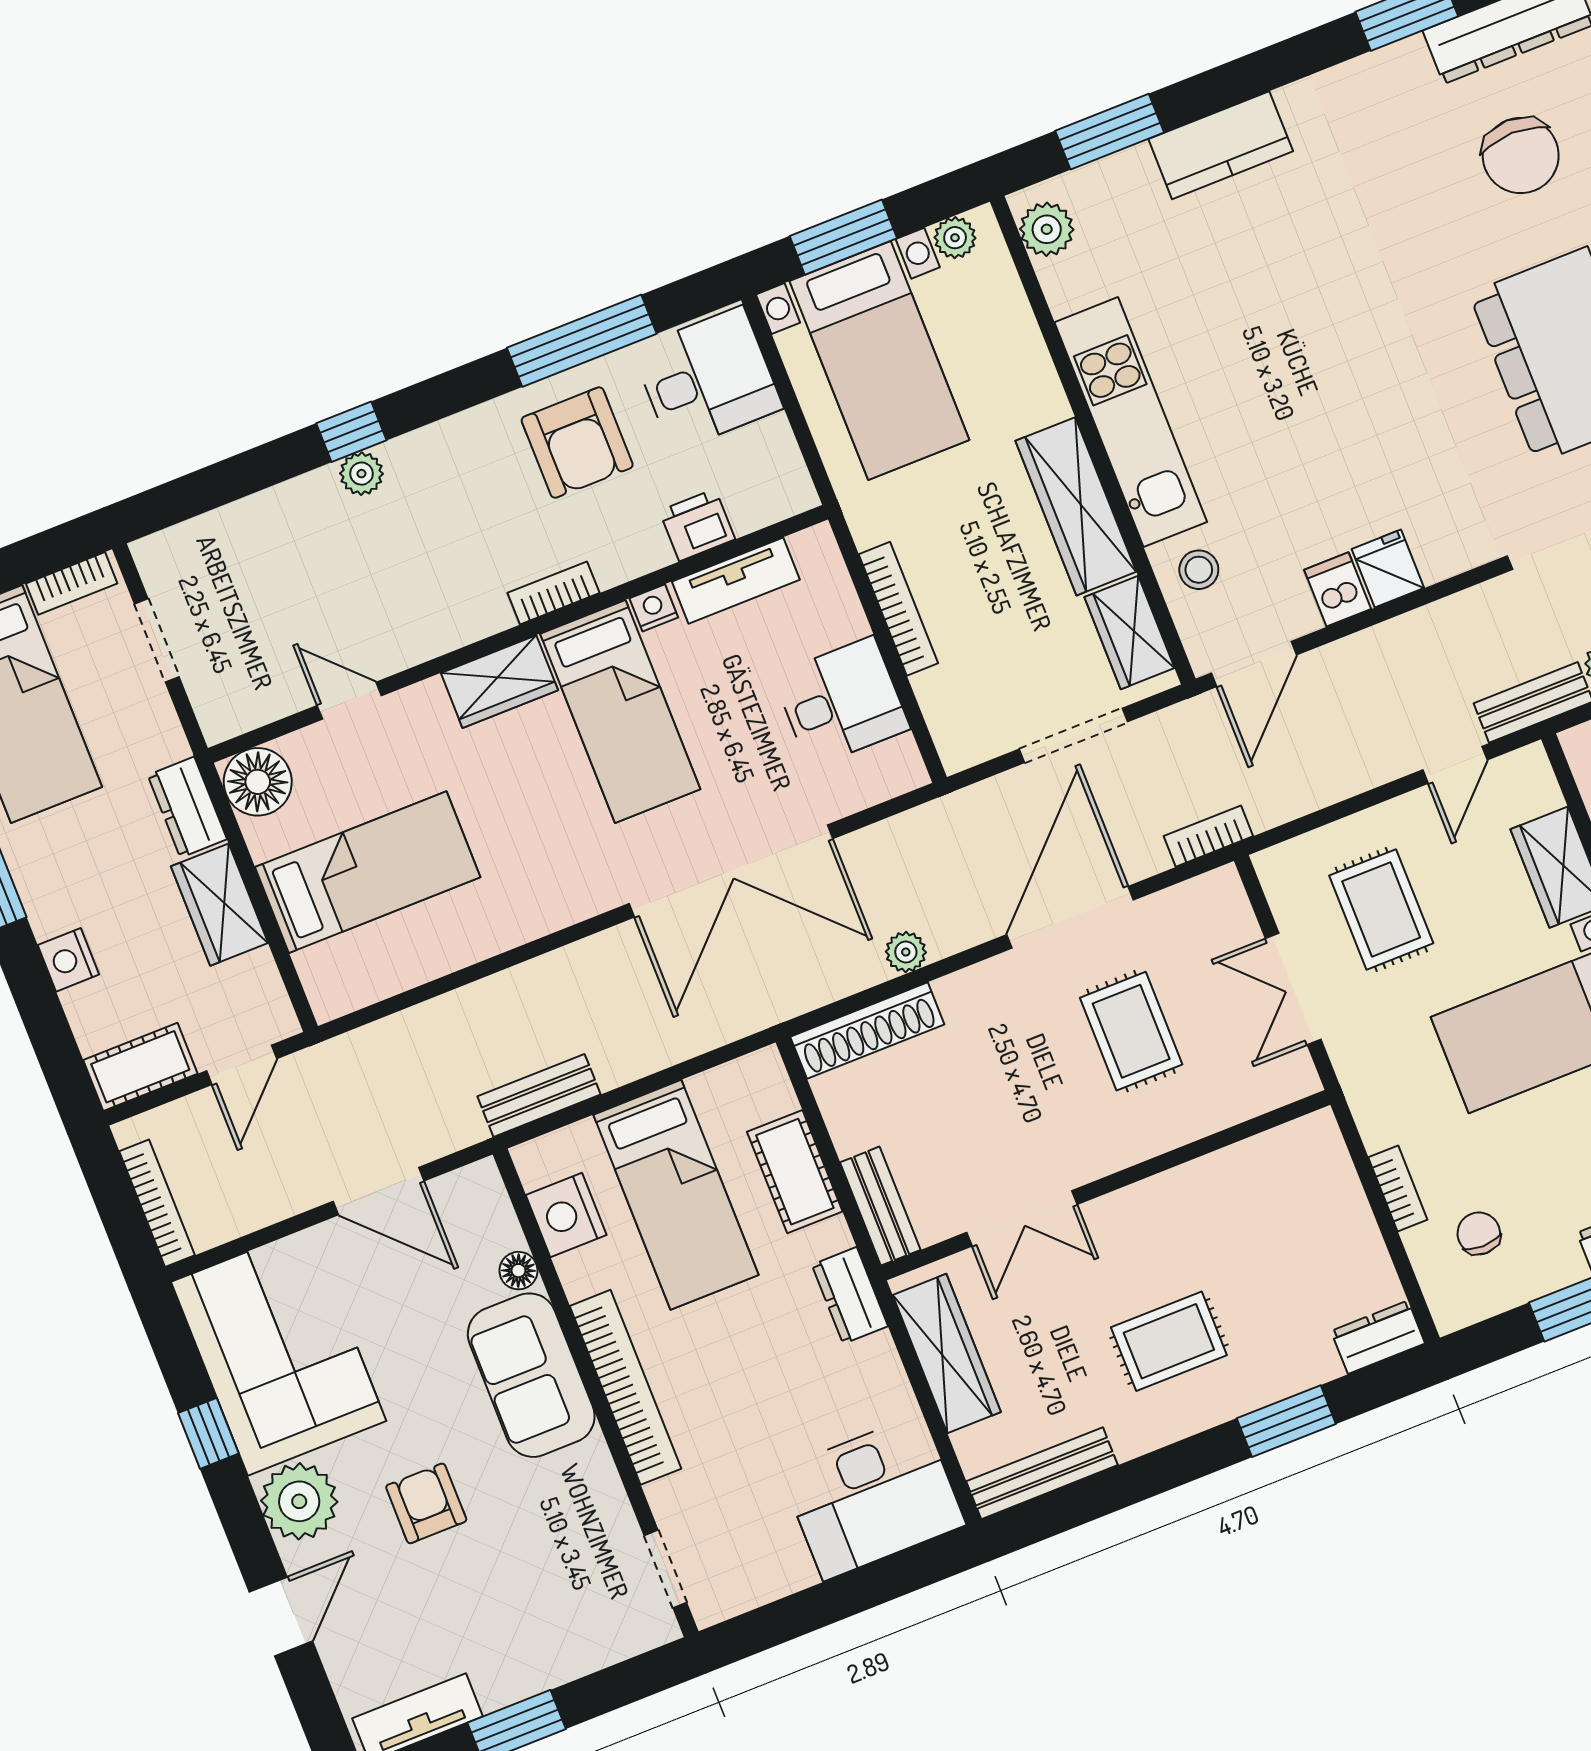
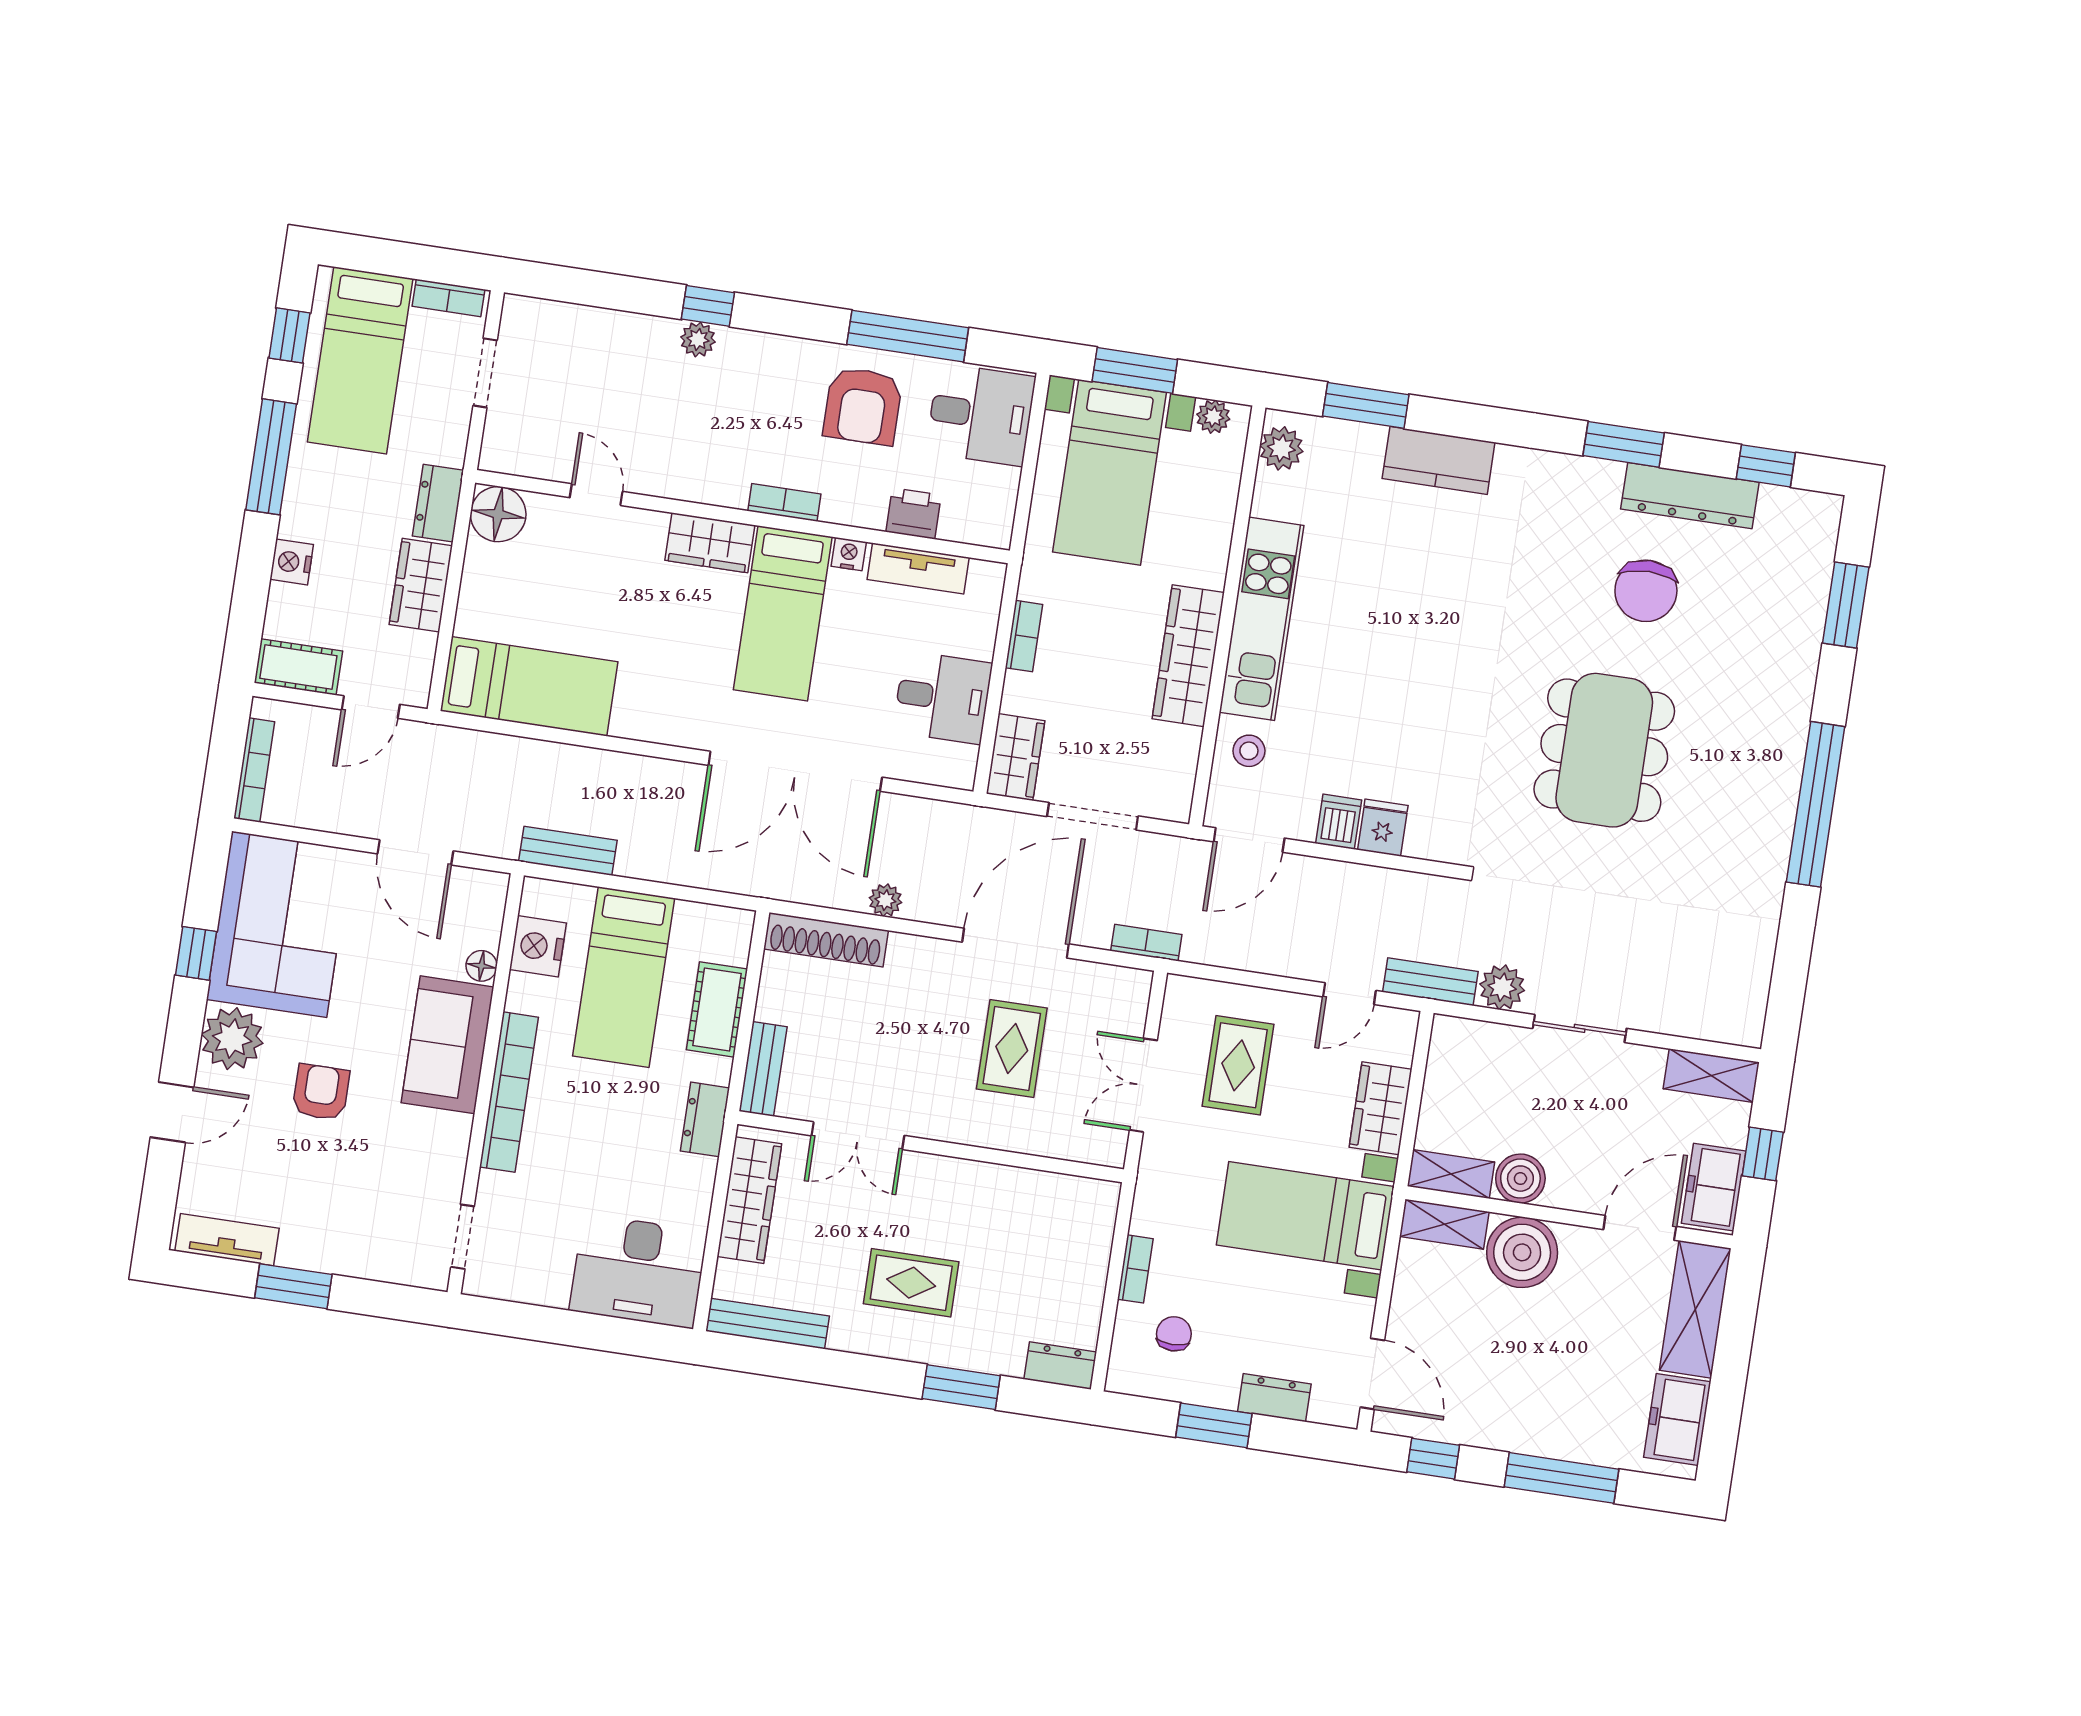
bookcase: (898, 609) -> (1024, 636), width x0.64
wardrobe: (1129, 633) -> (1016, 757), moved, turned 180
bed: (368, 872) -> (529, 686), moved

